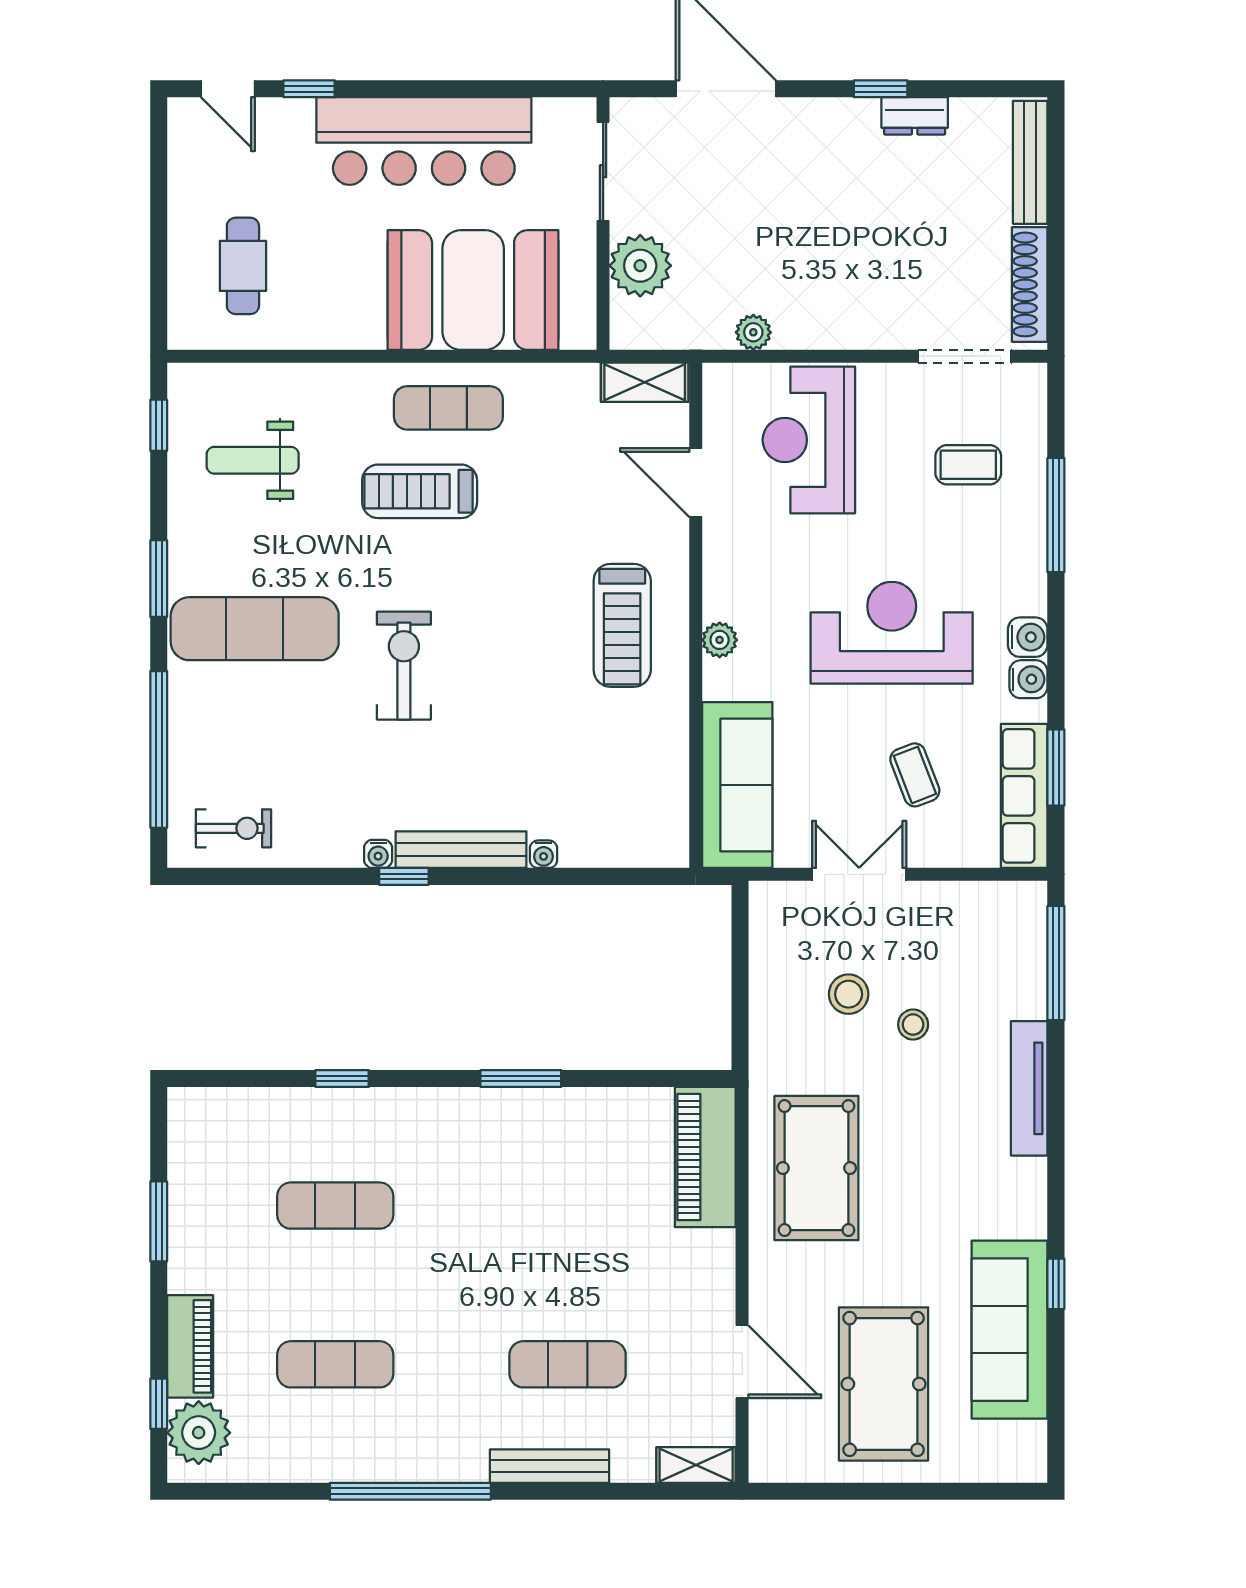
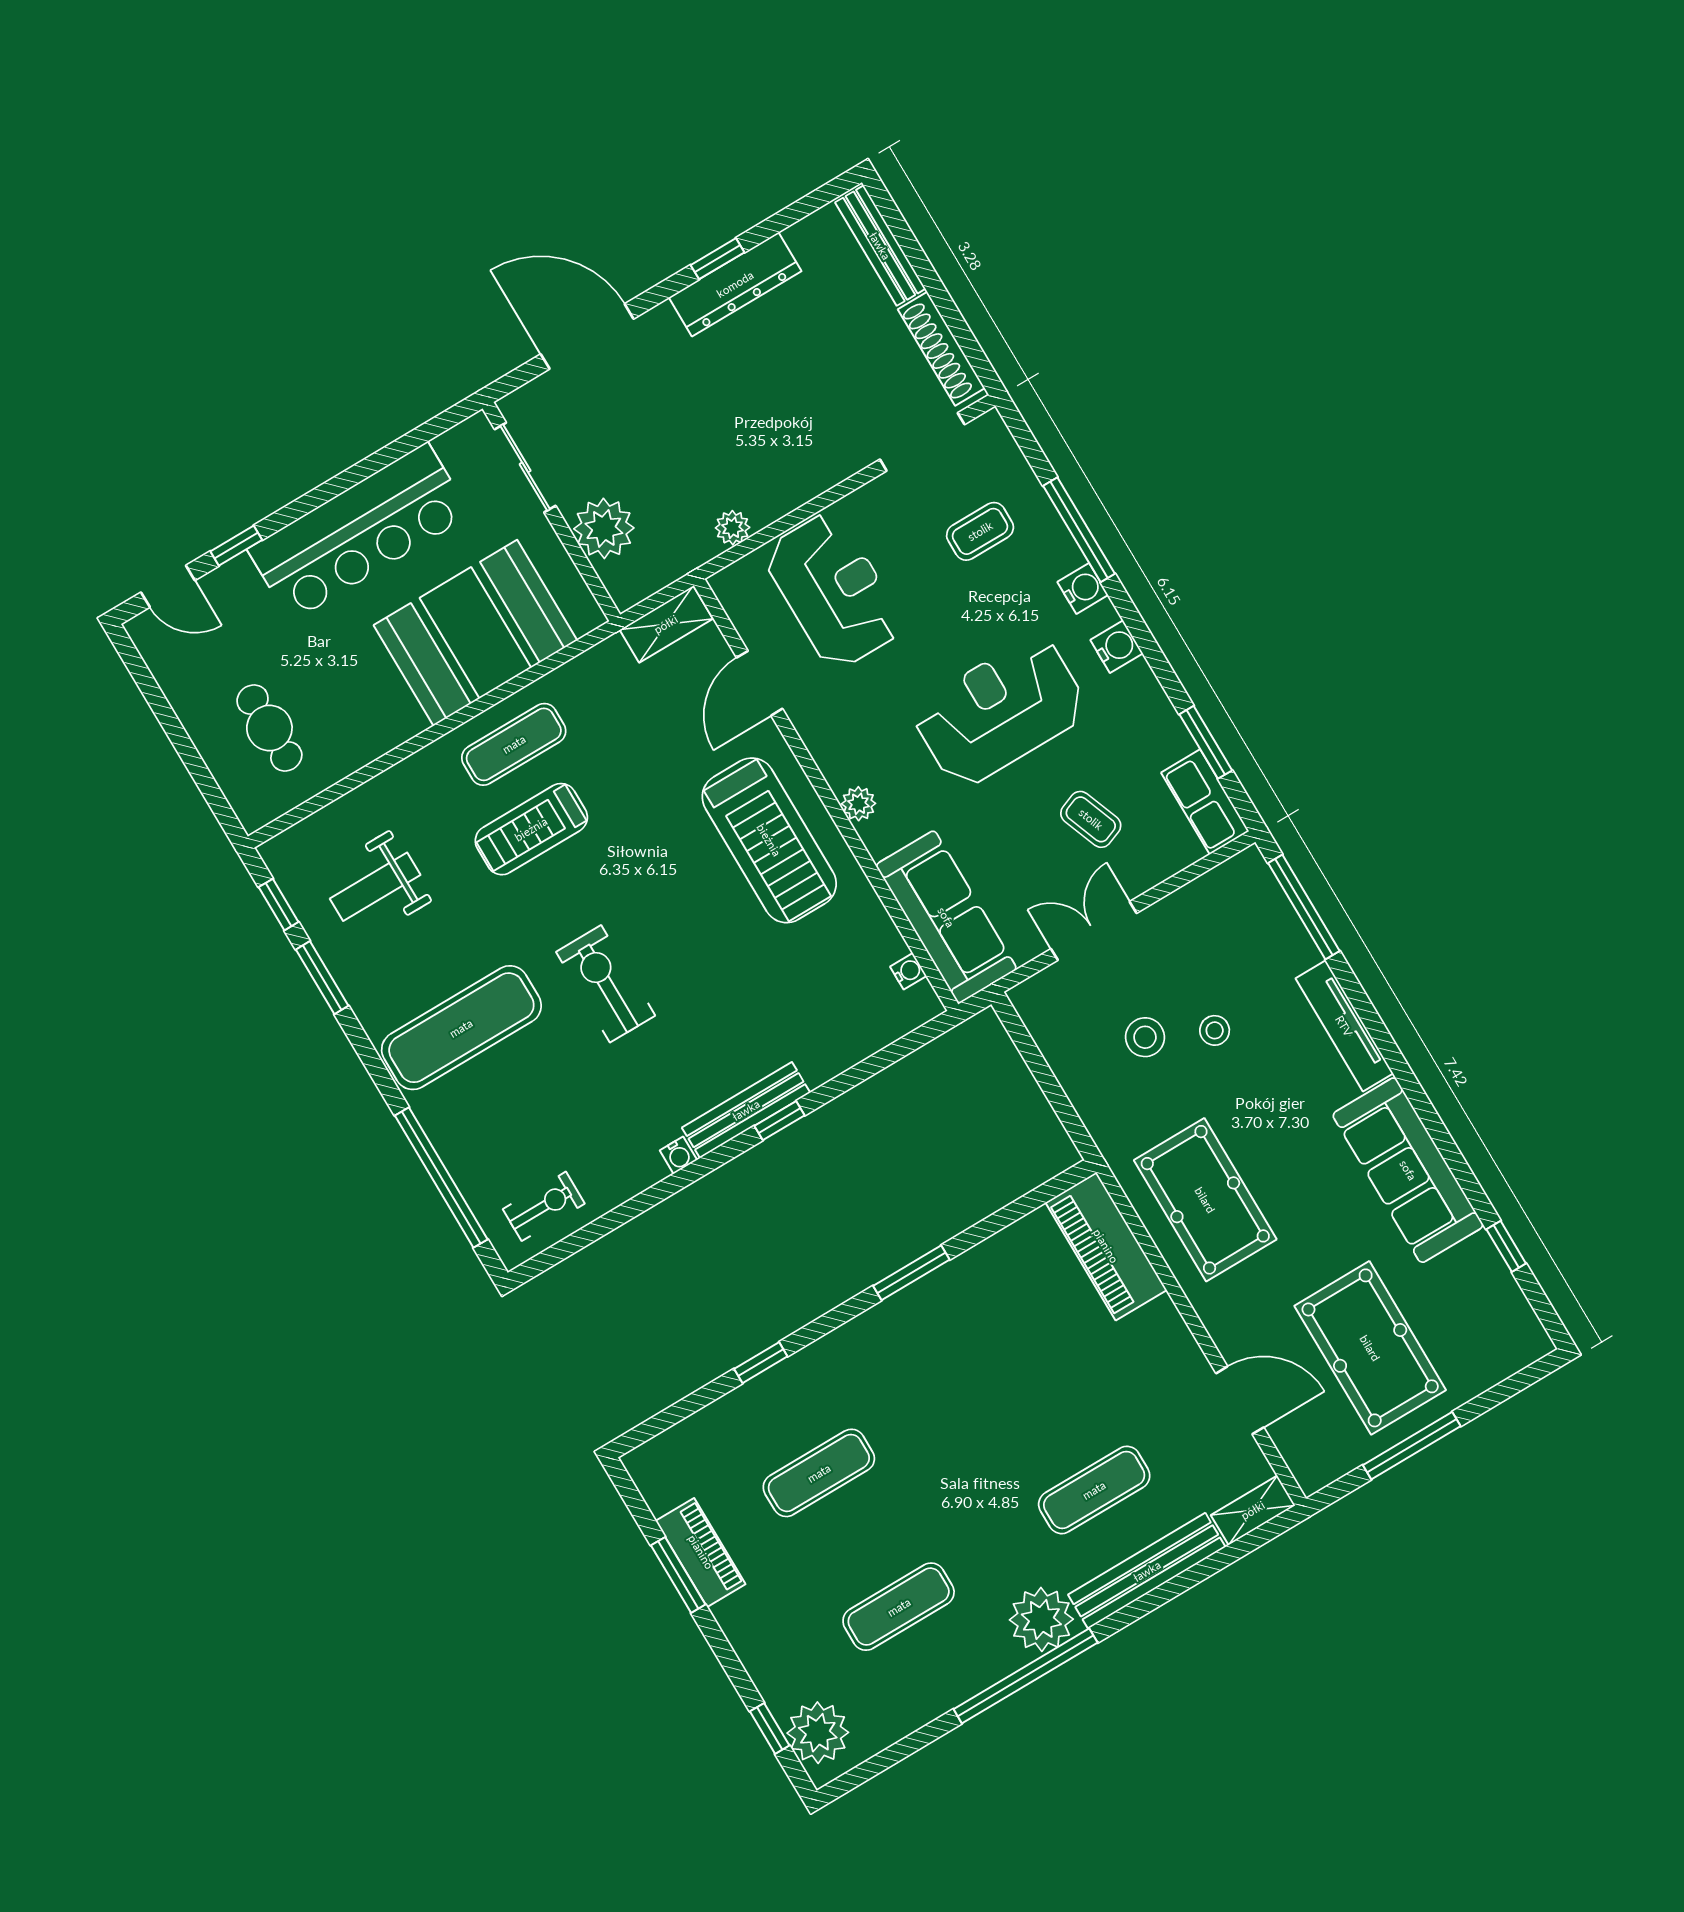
dresser: (915, 116) -> (735, 284), width x1.96, depth x1.24
reception desk: (809, 440) -> (833, 591), turned 180
door: (696, 483) -> (759, 683), hinge flipped
window: (159, 579) -> (322, 978), moved
treadmill: (622, 625) -> (769, 840), width x1.37, depth x1.38
water cooler: (1028, 679) -> (1083, 588), moved
row of seats: (1024, 796) -> (1205, 802), width x0.68
water cooler: (544, 854) -> (908, 971), moved, turned -90
window: (404, 876) -> (780, 1121), moved
window: (1056, 1284) -> (1506, 1246), moved
sofa: (1010, 1330) -> (1408, 1170), moved
piano: (190, 1346) -> (701, 1552), moved
plant: (454, 1450) -> (1041, 1619), added
bench: (550, 1466) -> (1147, 1571), width x1.37, depth x1.21
window: (869, 1491) -> (1412, 1446), added

